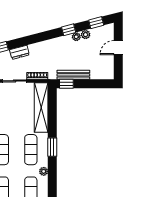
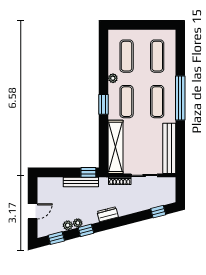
dresser: (19, 52) -> (108, 214), moved

